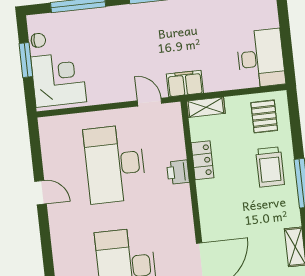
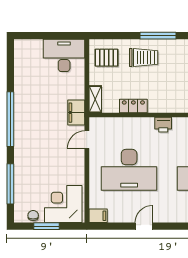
filing cabinet: (48, 129) -> (98, 216), added
printer: (178, 172) -> (163, 125), moved

